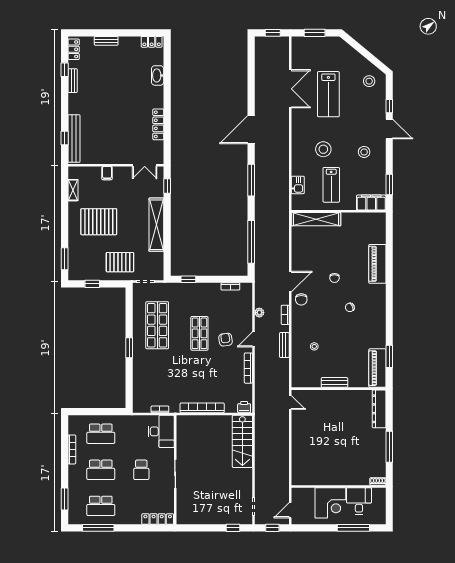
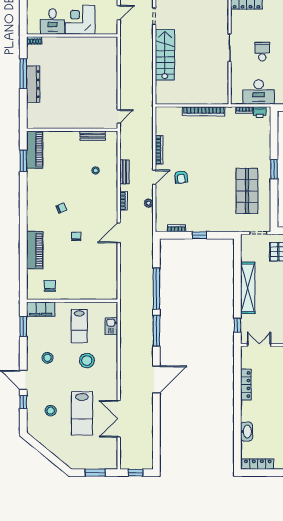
locker: (152, 42) -> (258, 464), width x1.53
stool: (369, 81) -> (51, 411), moved
lab bench: (328, 94) -> (82, 414), turned 180
lab bench: (331, 185) -> (79, 326), turned 180
shelving: (316, 219) -> (94, 293), removed
window: (251, 242) -> (156, 289), moved
window: (188, 279) -> (199, 235), moved
chair: (301, 299) -> (50, 286), moved
shop shelf: (199, 333) -> (206, 183), removed
bench: (334, 382) -> (93, 136), moved
door: (290, 402) -> (119, 116), swing flipped
printer: (244, 407) -> (260, 112), moved
dresser: (379, 409) -> (33, 84), moved
desk: (161, 431) -> (259, 92), moved, turned -90
stairs: (242, 441) -> (165, 55), moved

